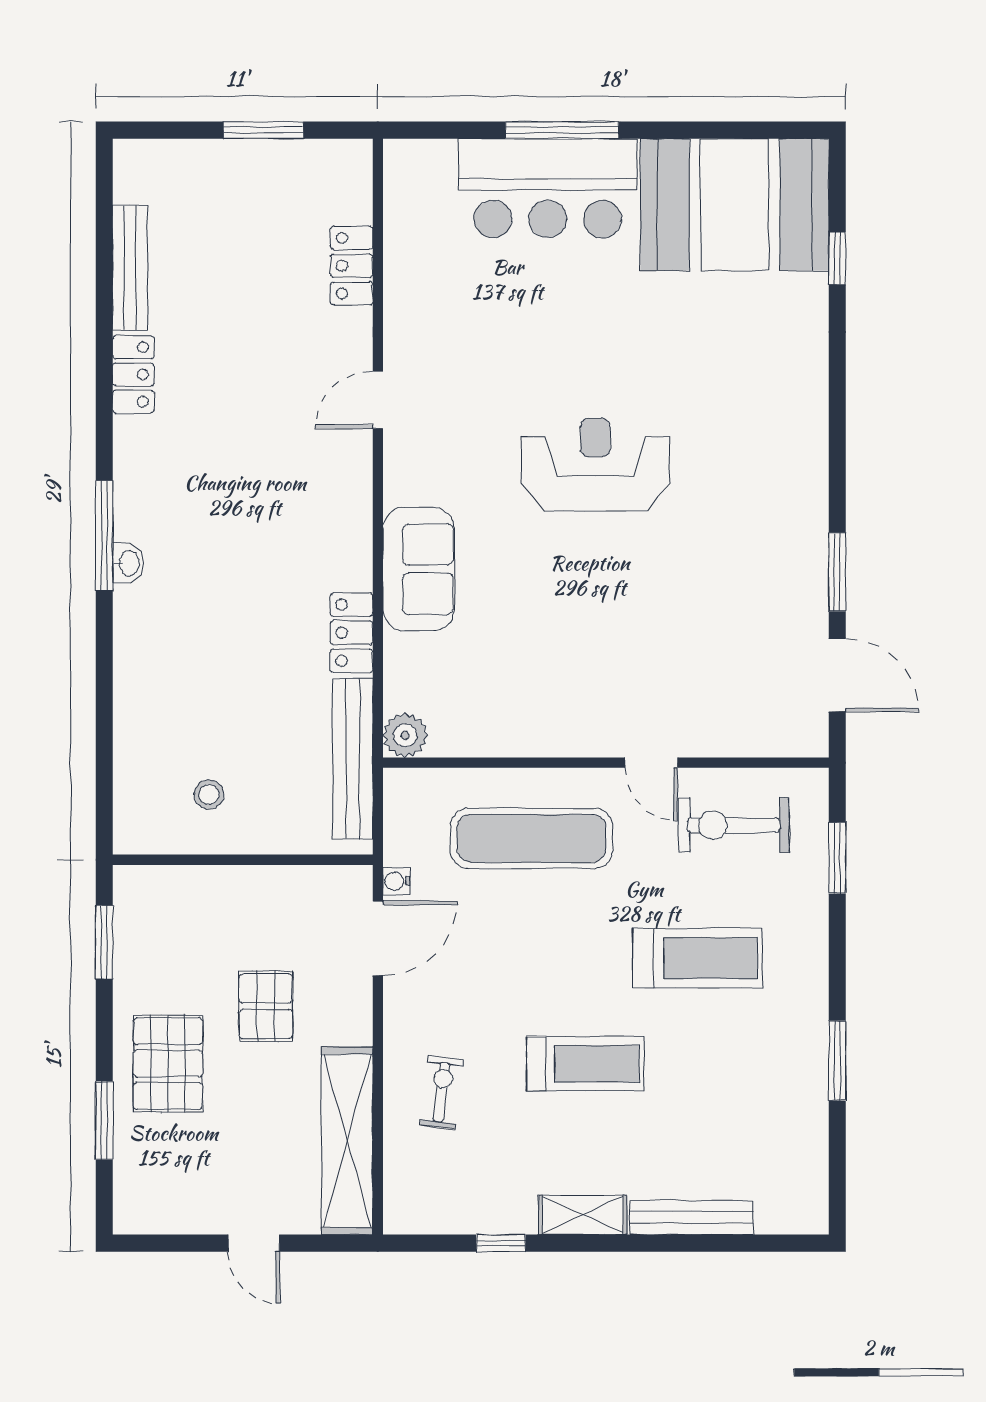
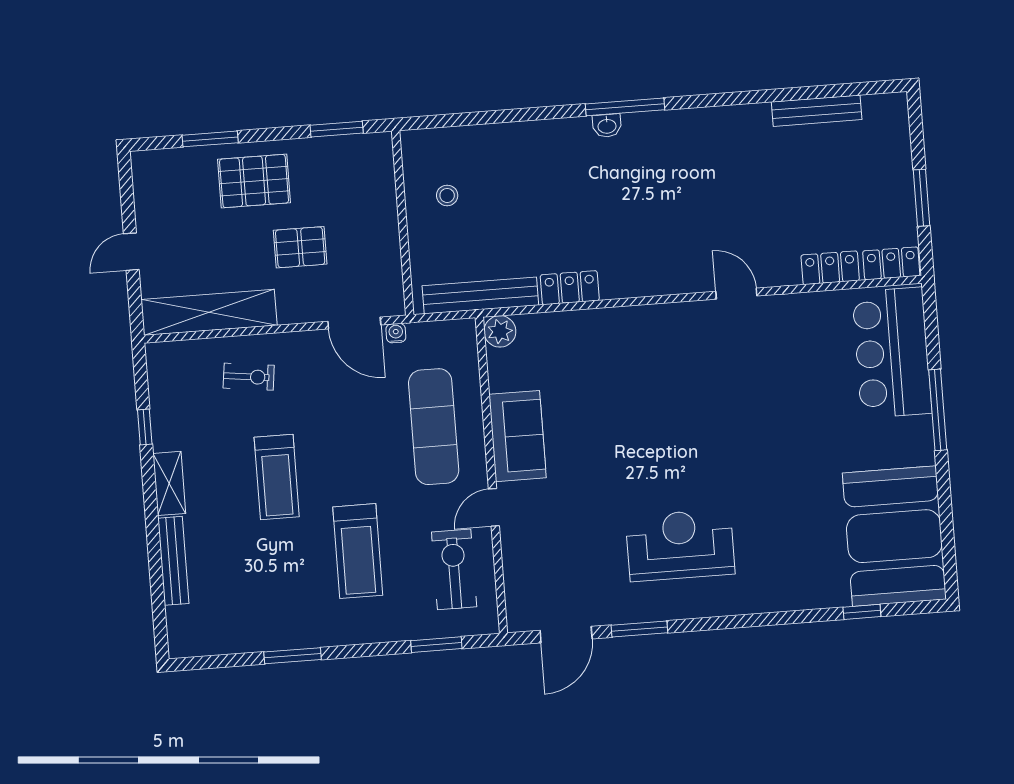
bar counter: (548, 188) -> (892, 353), moved
locker: (133, 374) -> (891, 263), moved, turned 180
reception desk: (595, 464) -> (680, 545), moved, turned -90
sofa: (419, 569) -> (517, 436), moved, turned -90

